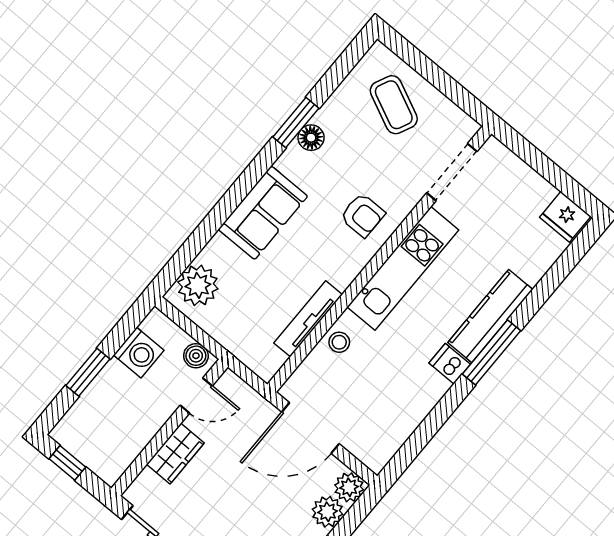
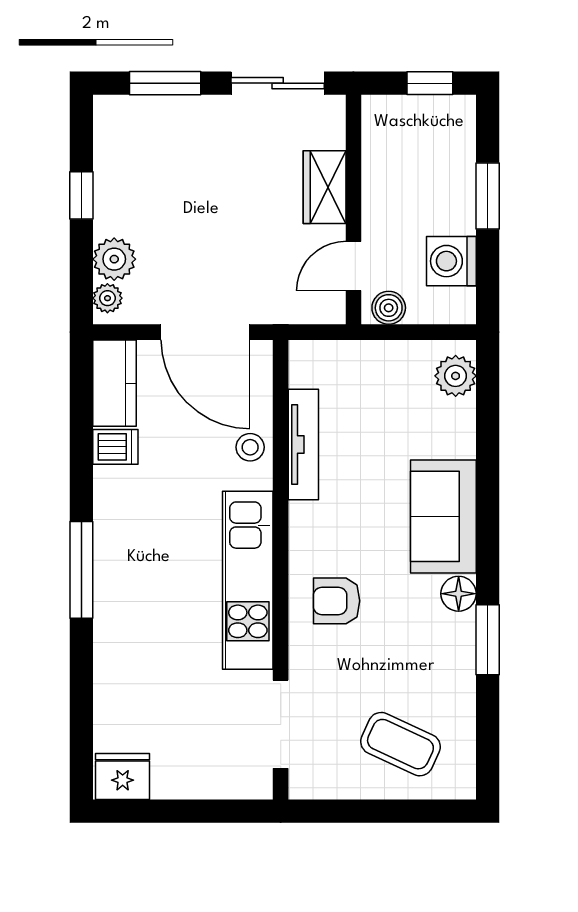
floor lamp: (311, 138) -> (459, 594), moved
plant: (198, 285) -> (456, 376), width x0.73, depth x0.73
kitchen counter: (490, 316) -> (115, 383), moved, width x0.67
dishwasher: (450, 364) -> (115, 447), moved
door: (310, 428) -> (205, 332), swing flipped
plant: (349, 487) -> (107, 298), width x0.73, depth x0.73

